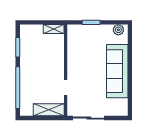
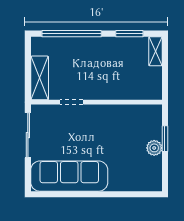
shelving: (54, 29) -> (155, 51), moved
plant: (118, 30) -> (154, 148), moved
sofa: (117, 71) -> (69, 176), moved

